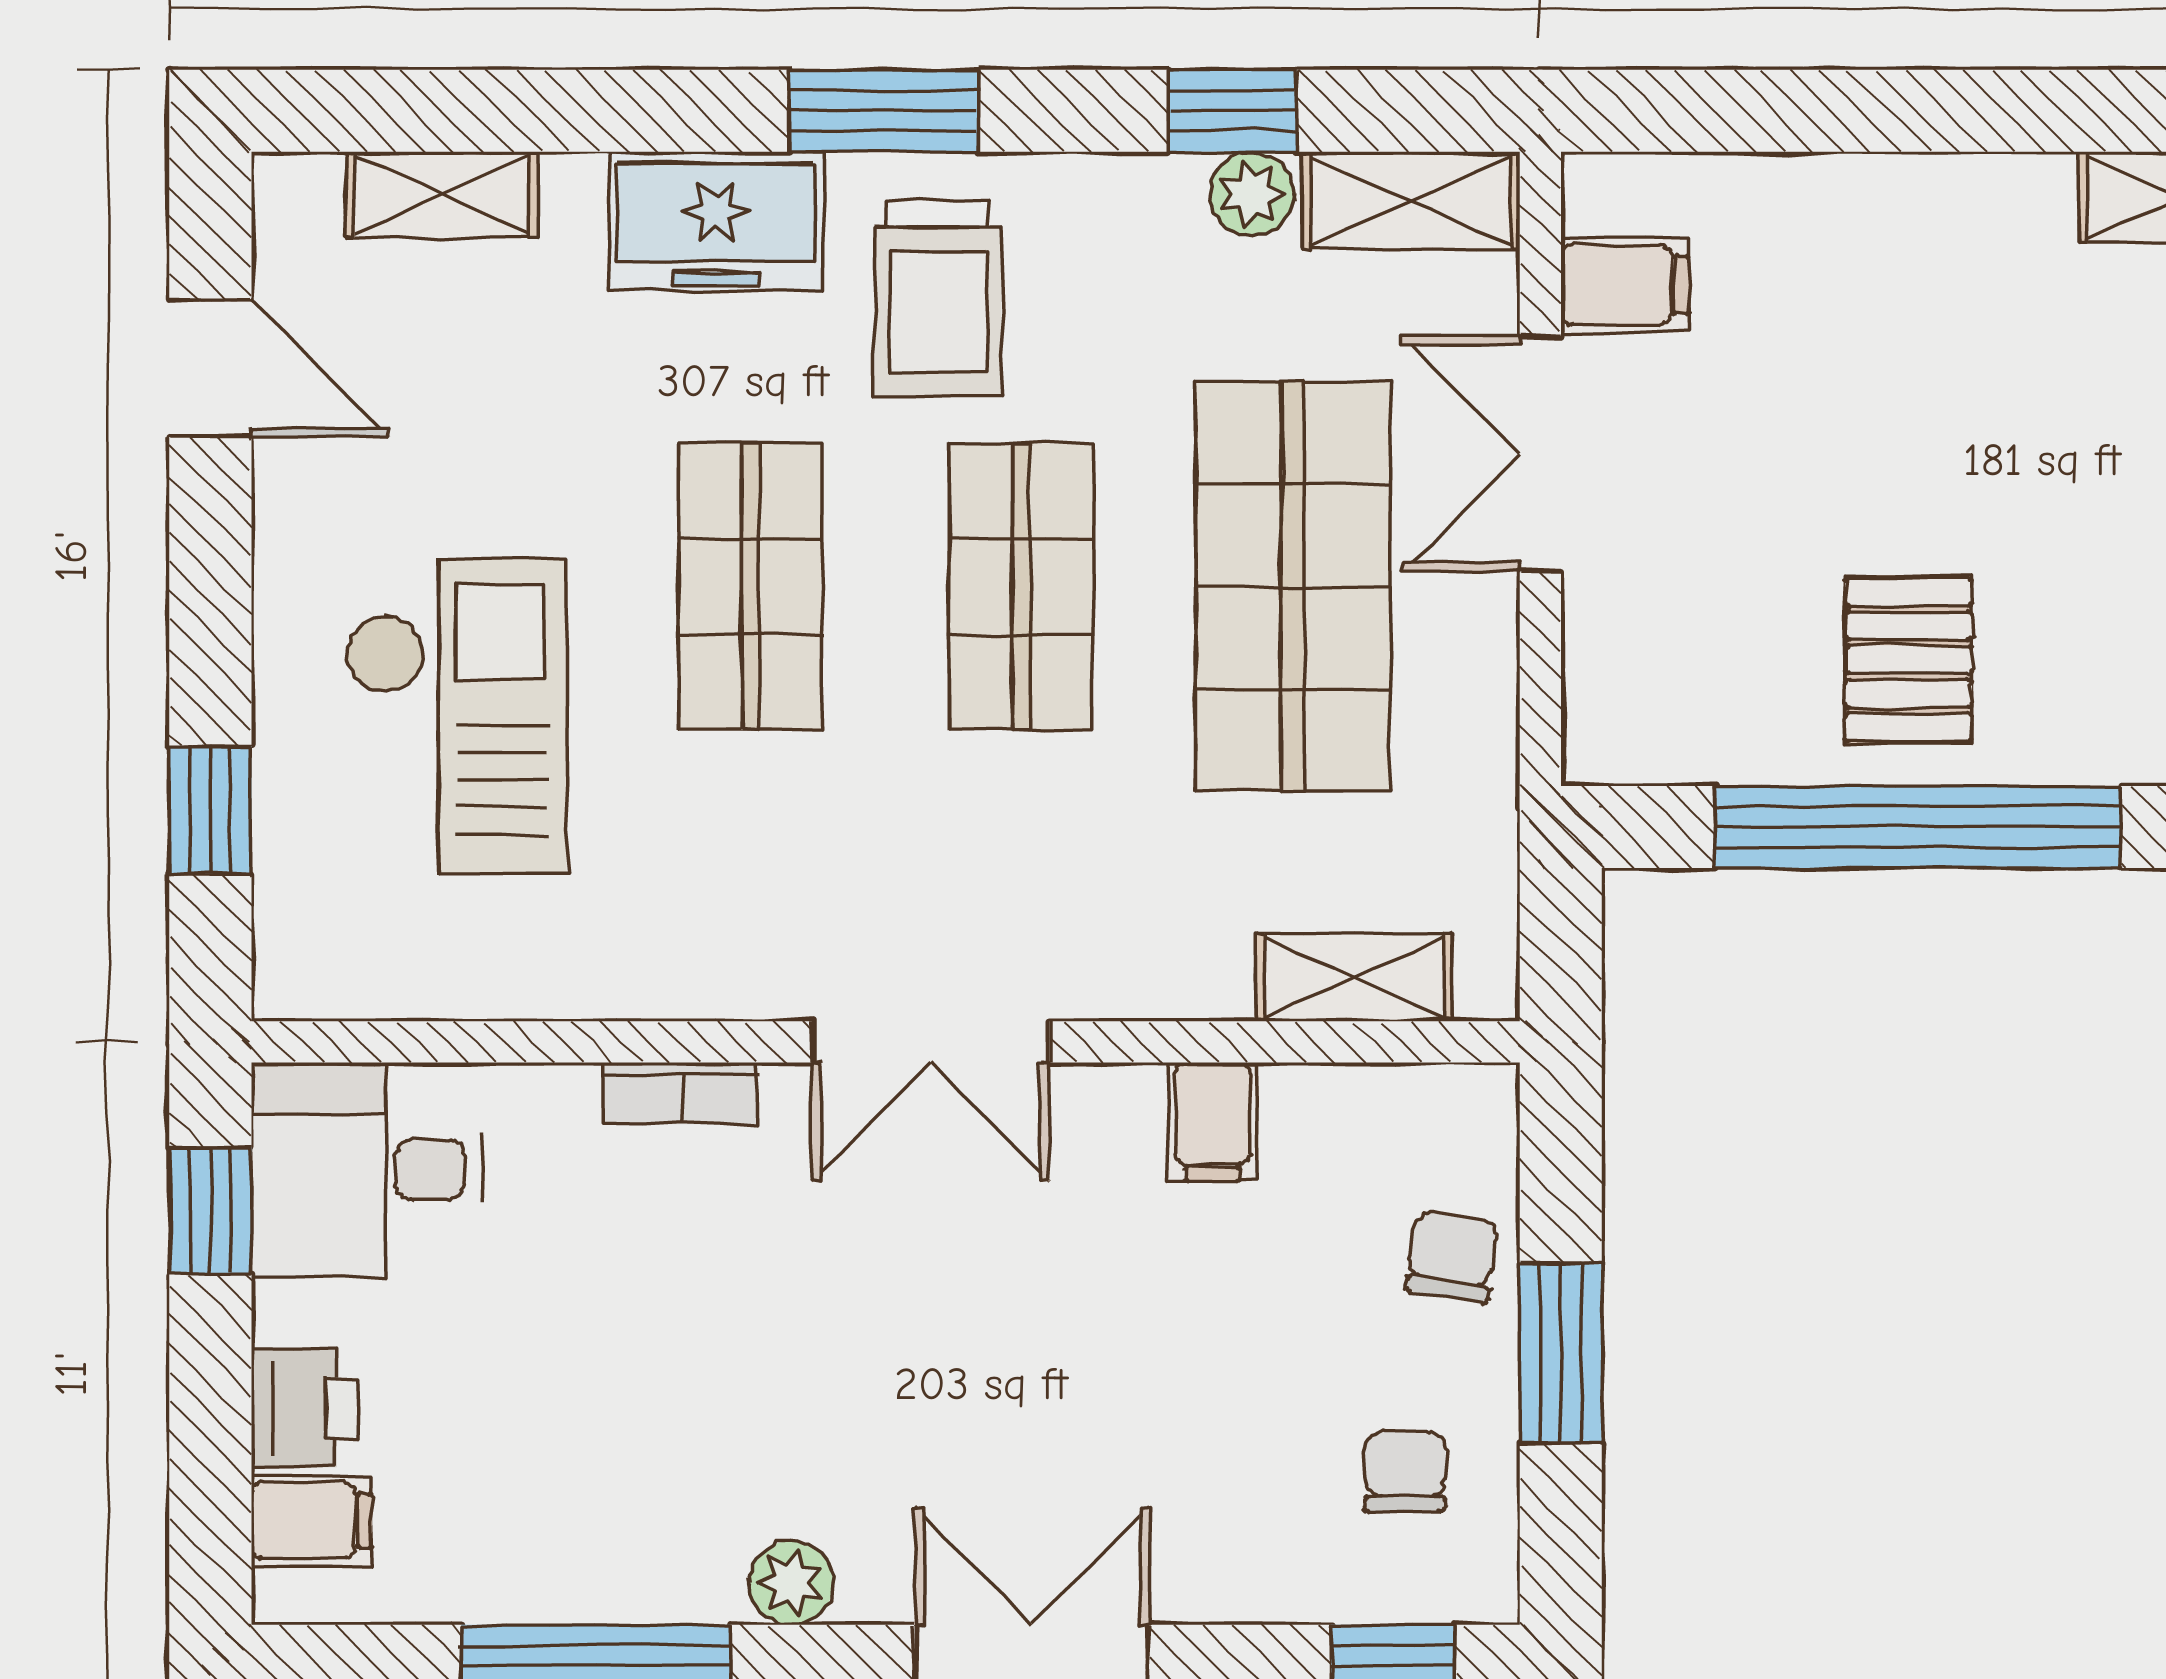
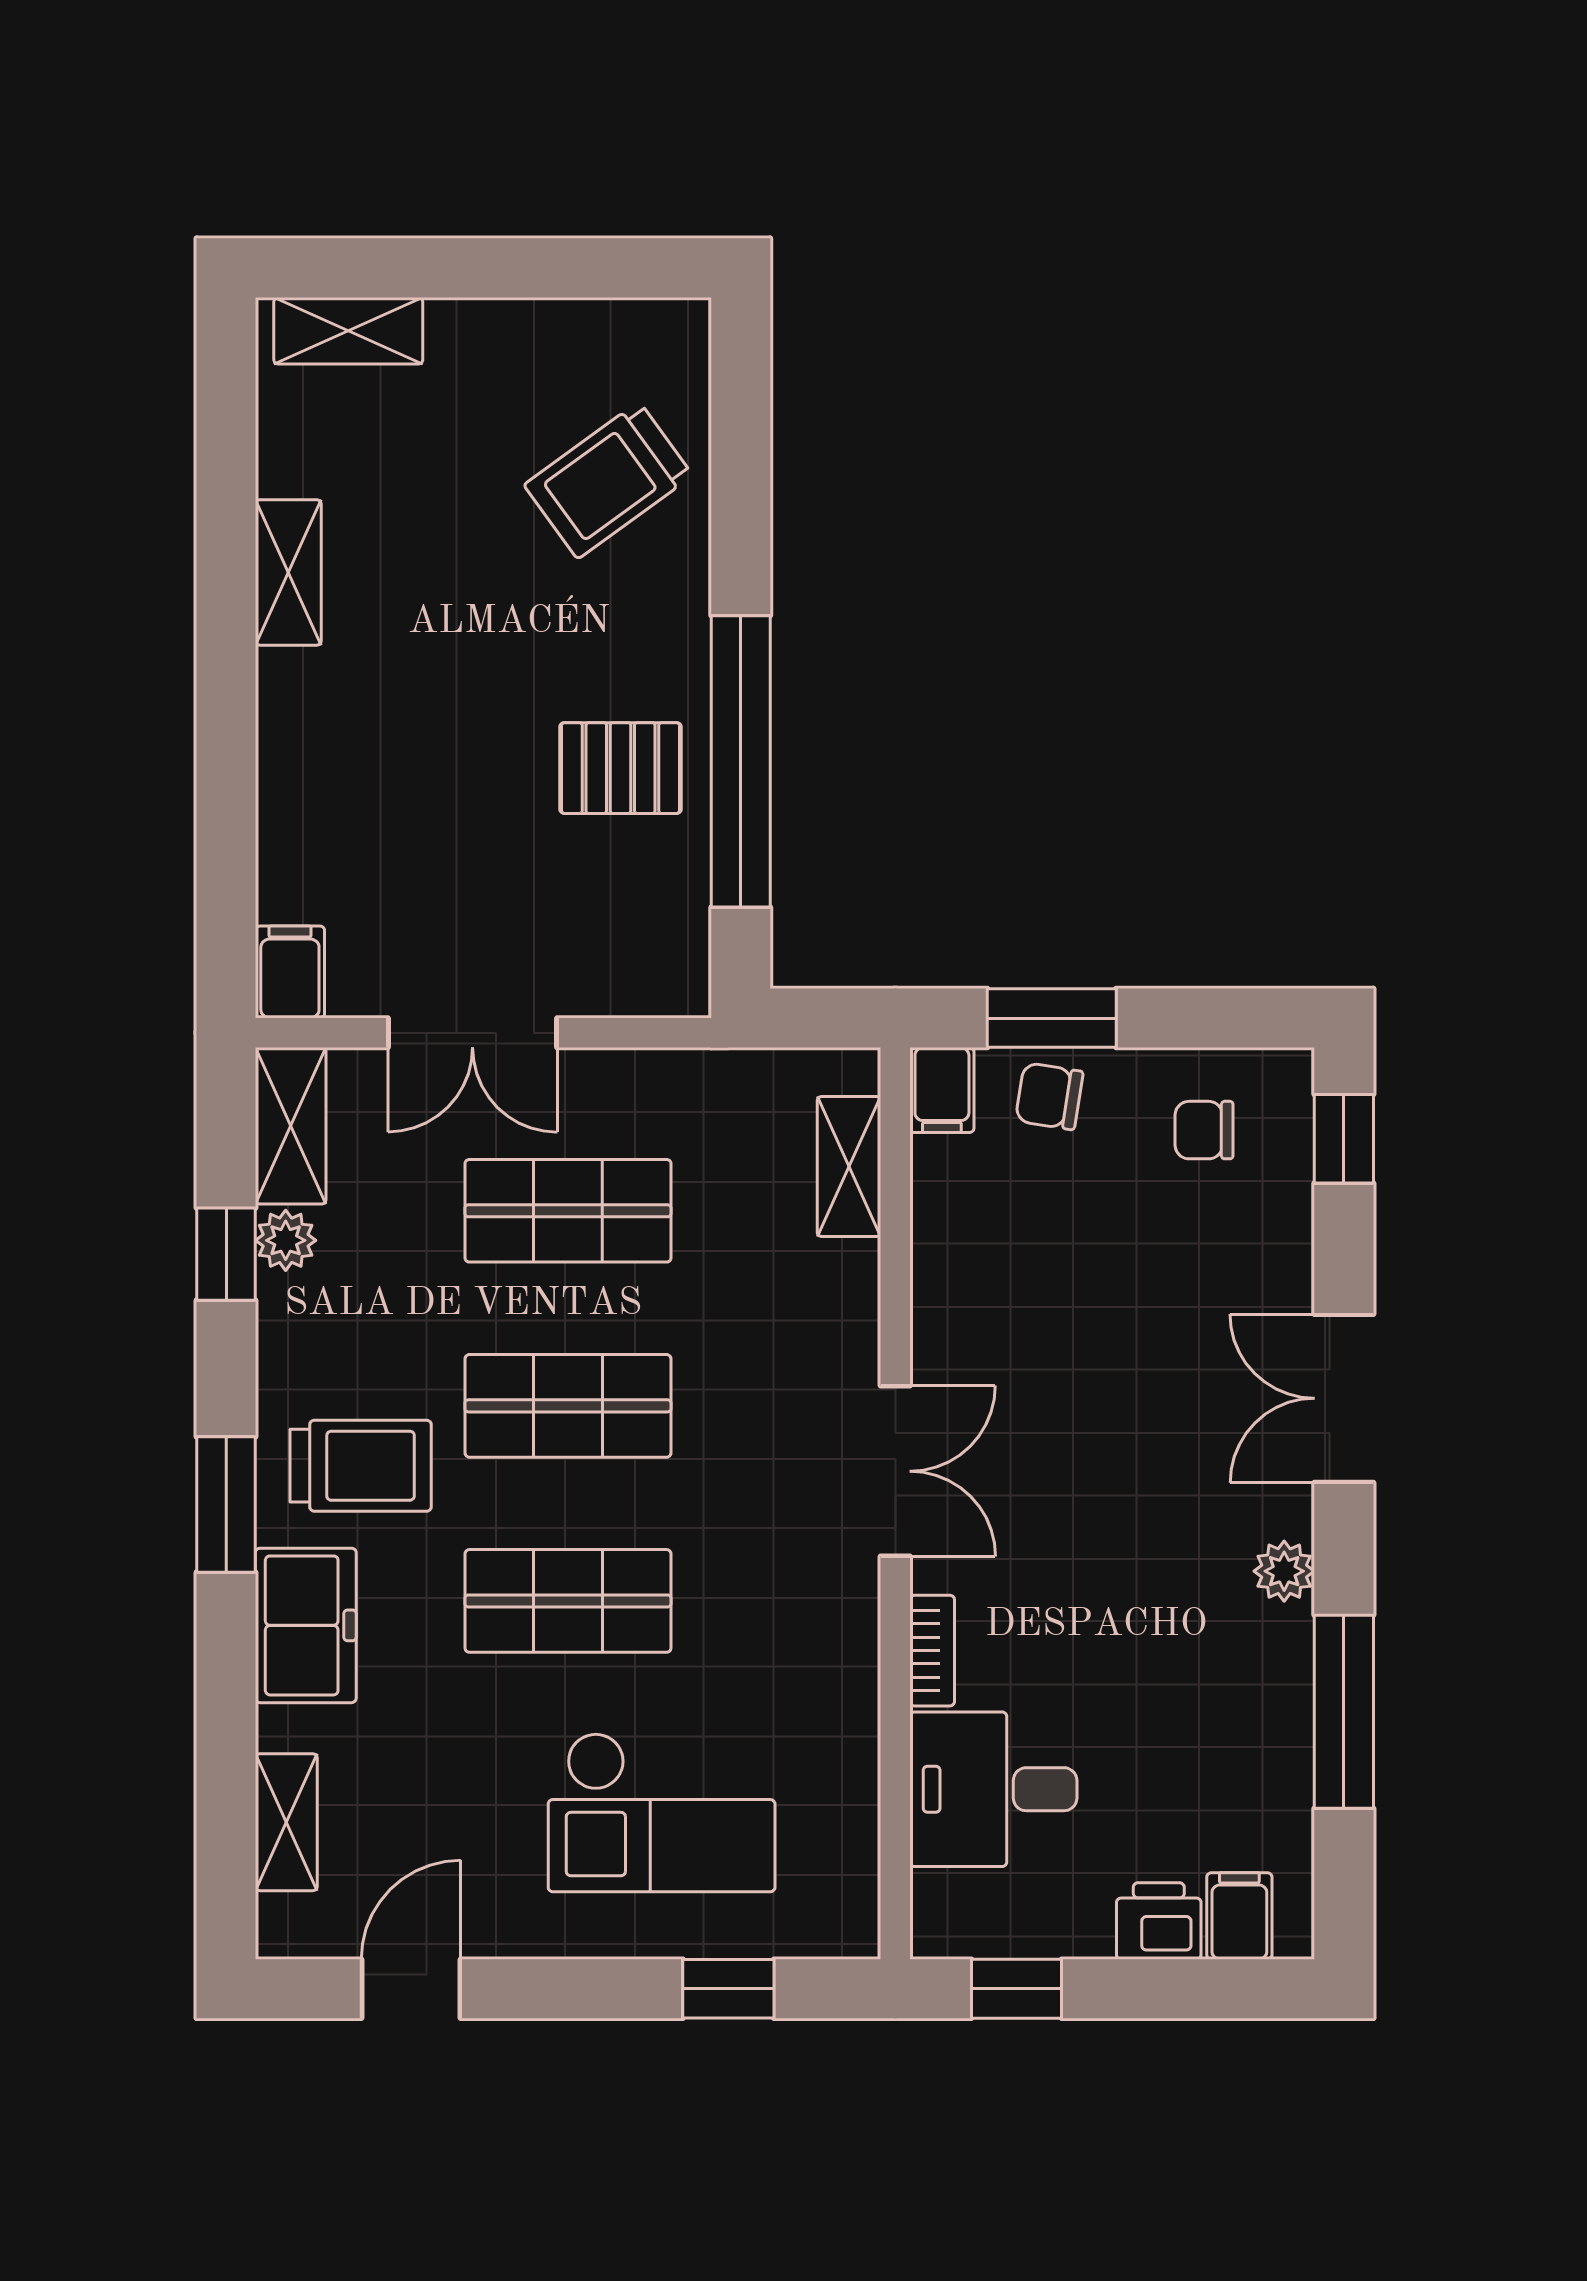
filing cabinet: (1625, 285) -> (290, 972), moved
shop shelf: (1293, 587) -> (568, 1211), width x0.70, depth x0.74
checkout: (456, 717) -> (662, 1812), turned 180
filing cabinet: (1213, 1122) -> (942, 1090), moved, turned 90
desk: (367, 1170) -> (993, 1789), moved, turned 90
window: (1561, 1353) -> (1052, 1018), moved

